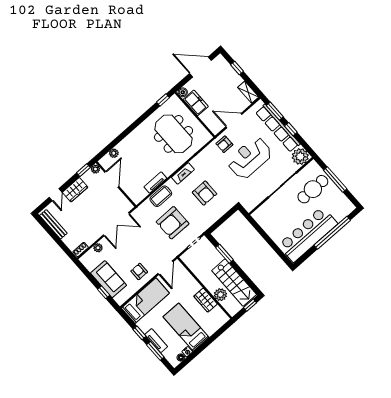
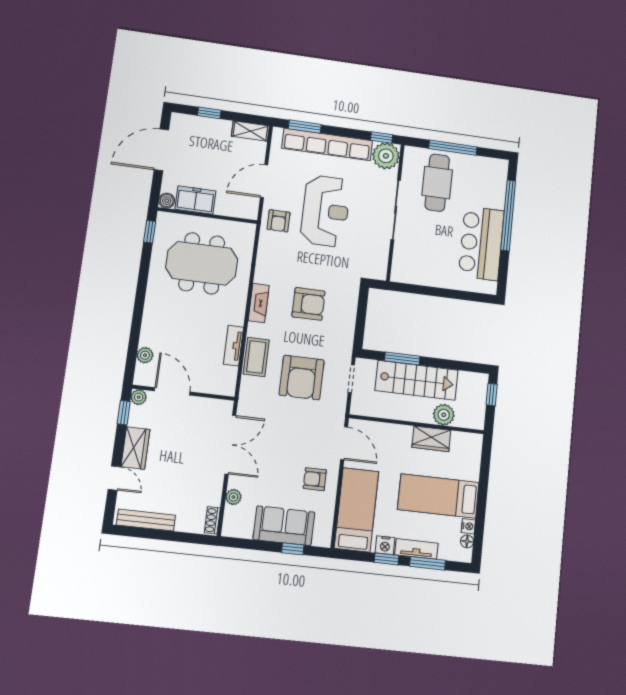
window: (291, 129) -> (382, 137), moved
reception desk: (250, 158) -> (325, 211), turned 180
bar counter: (308, 234) -> (481, 243), width x0.73
stairs: (234, 283) -> (417, 380), moved
nightstand: (144, 327) -> (385, 545), added

